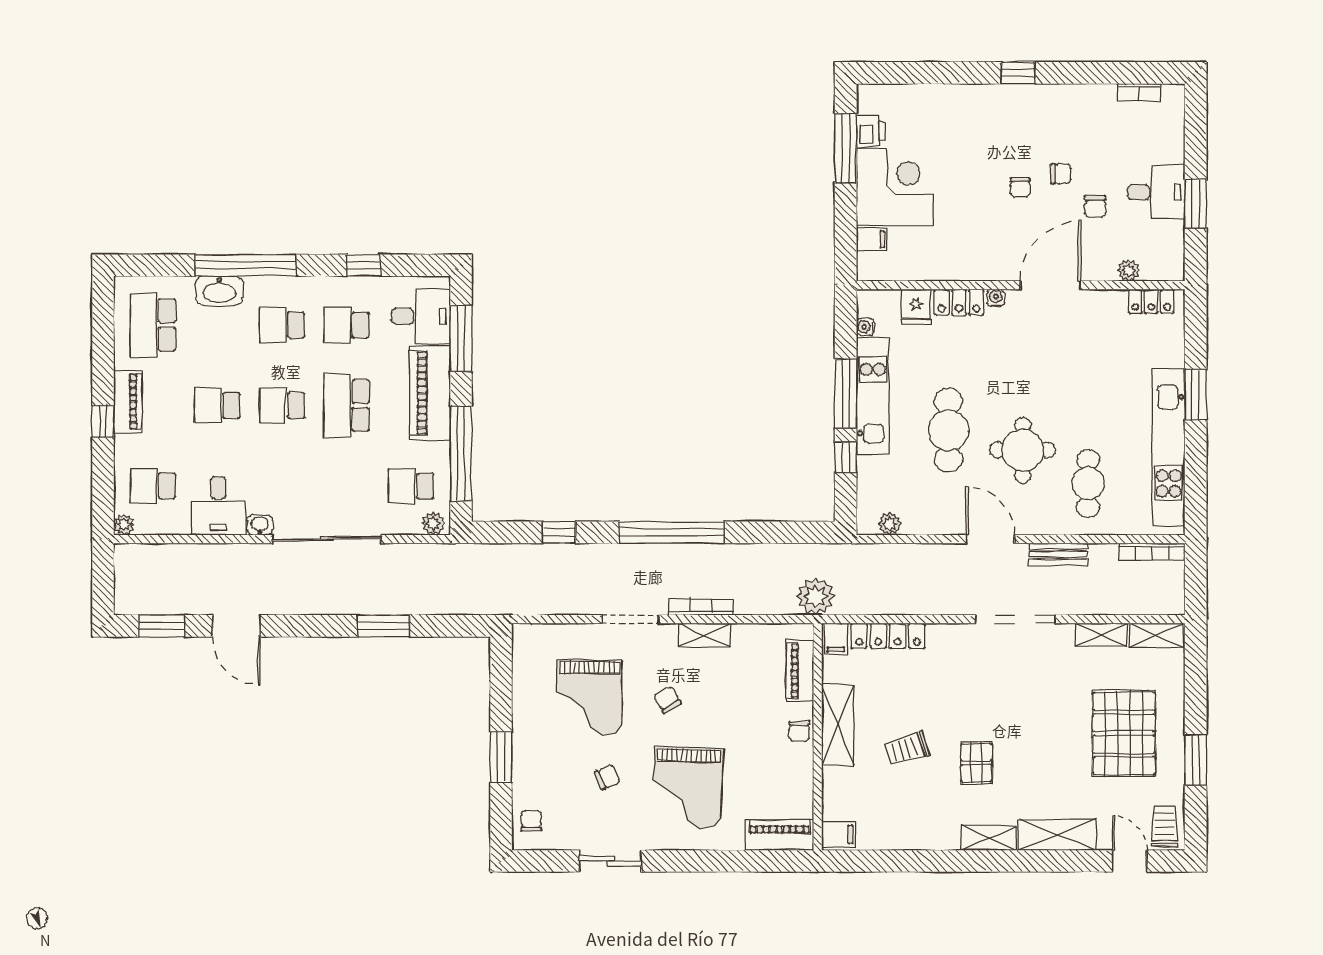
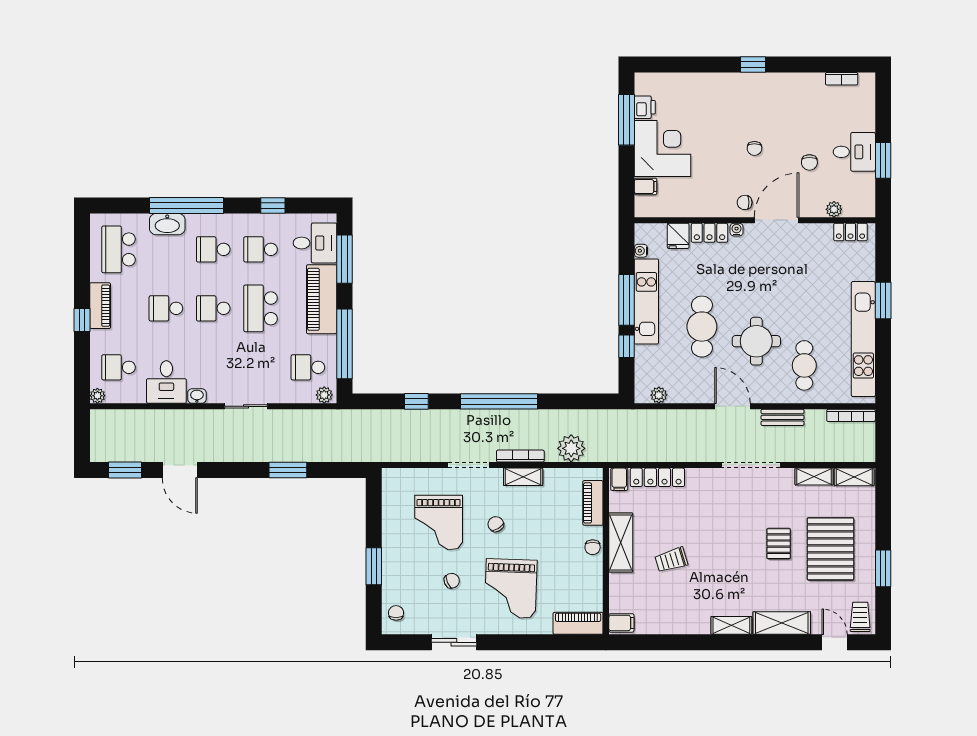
chair: (1061, 174) -> (745, 202), moved, turned 180
sliding door: (327, 539) -> (246, 406), width x0.54
plant: (815, 596) -> (571, 448), moved
pallet: (976, 763) -> (779, 544), moved

